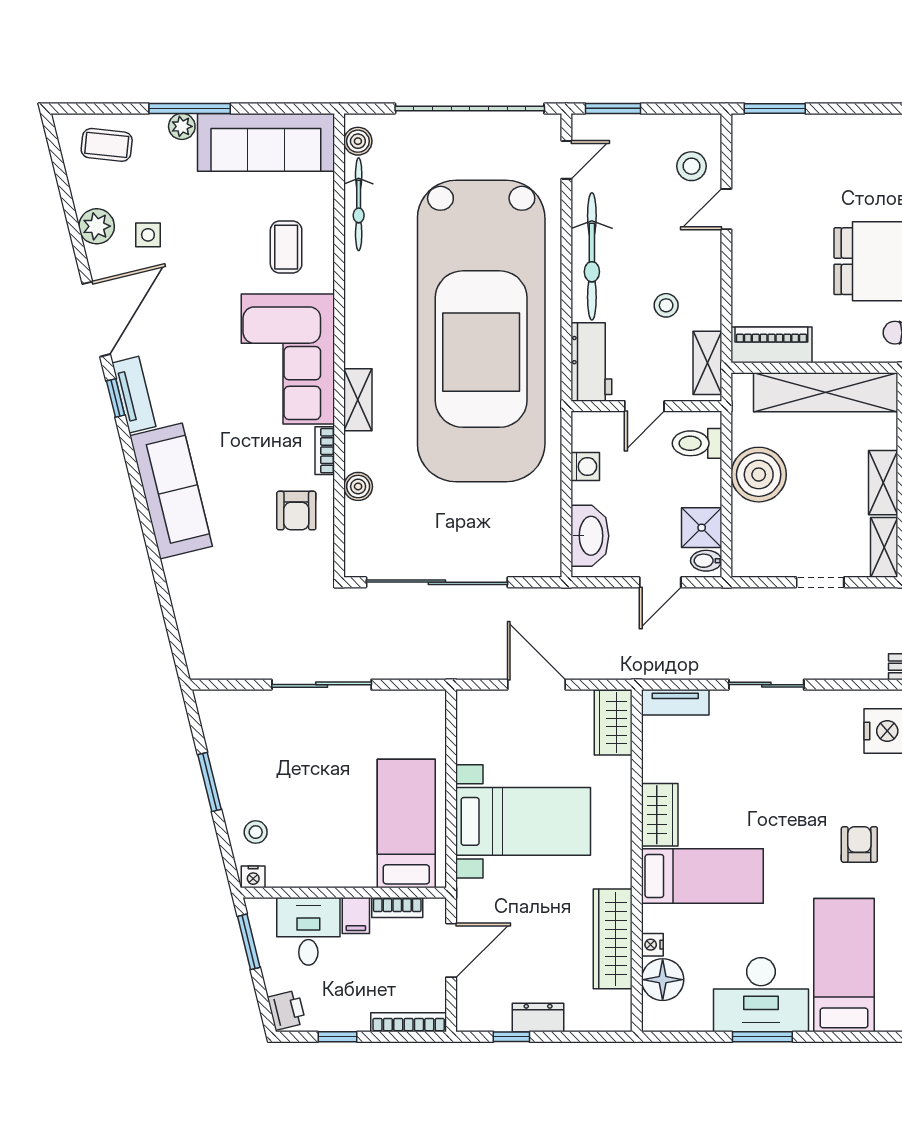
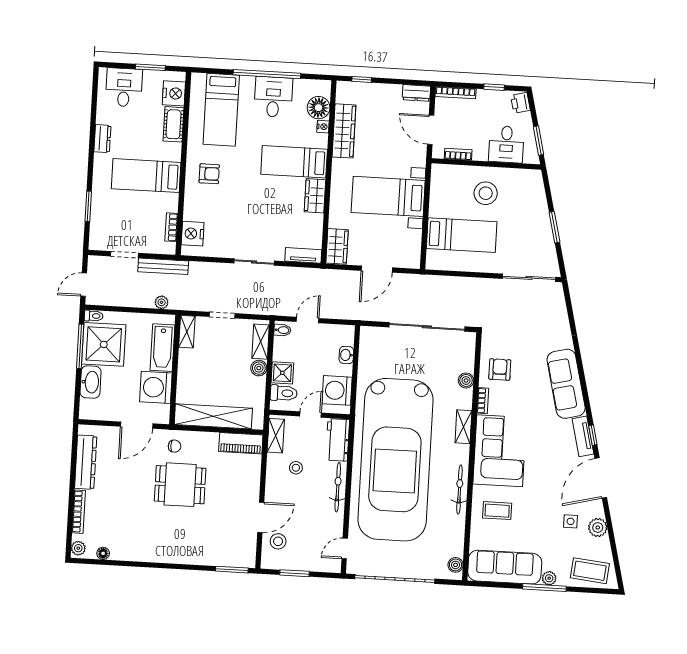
window: (613, 108) -> (295, 573), moved
coffee table: (107, 145) -> (590, 571), width x1.36, depth x1.30
bicycle: (359, 204) -> (459, 489), moved
door: (726, 209) -> (261, 517), width x1.38
coffee table: (286, 247) -> (497, 511), turned 90
bicycle: (592, 256) -> (338, 487), width x0.73, depth x0.71
car: (481, 331) -> (395, 460), turned 180
washing machine: (585, 467) -> (337, 390), width x1.89, depth x1.89
boiler: (759, 475) -> (259, 368), width x0.54, depth x0.54
shelving: (883, 483) -> (261, 342), moved
shower: (702, 528) -> (282, 373), moved
washbasin: (590, 536) -> (346, 355), width x0.52, depth x0.69
sliding door: (322, 685) -> (529, 278), moved
door: (536, 685) -> (377, 269), hinge flipped
bed: (406, 823) -> (462, 235), moved, turned -90
stool: (256, 832) -> (486, 193), moved, width x1.89, depth x1.89
armchair: (859, 844) -> (209, 174), turned -90
nightstand: (253, 877) -> (534, 175), removed
filing cabinet: (356, 916) -> (480, 151), removed
door: (451, 950) -> (431, 130), hinge flipped
desk: (761, 995) -> (273, 97), width x0.73
dresser: (538, 1017) -> (416, 93), moved
window: (511, 1037) -> (362, 79), moved
window: (762, 1037) -> (267, 74), width x2.11

